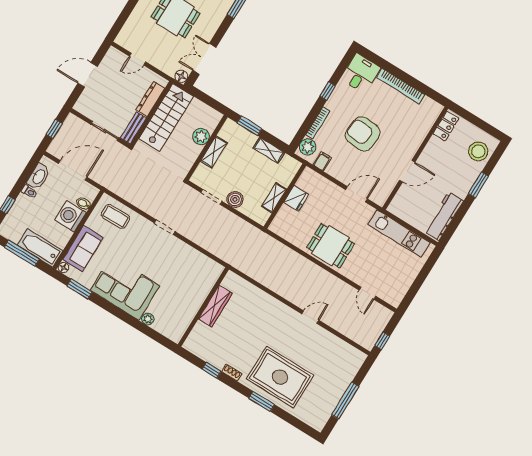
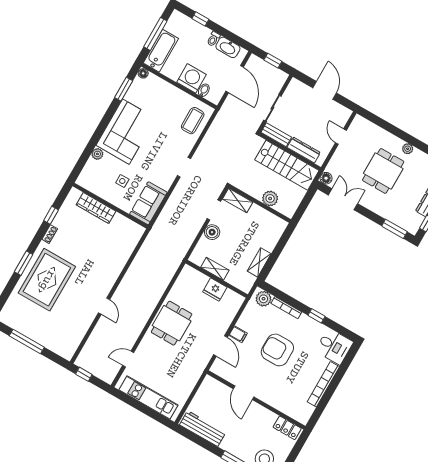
window: (249, 126) -> (282, 244), removed
armchair: (363, 134) -> (277, 350), turned -94
shelving: (214, 152) -> (238, 201), moved
filing cabinet: (322, 161) -> (238, 334), moved
kitchen unit: (399, 233) -> (148, 397), moved, turned 90
sofa: (83, 248) -> (148, 203), moved, turned 90
side table: (177, 293) -> (122, 181), added
wardrobe: (215, 306) -> (96, 208), moved

